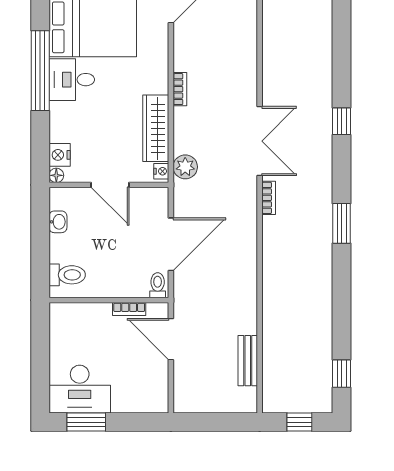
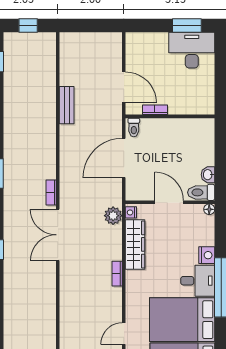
nightstand: (60, 155) -> (207, 255), moved
toilet: (67, 275) -> (201, 192), moved
bench: (248, 361) -> (67, 105), moved

